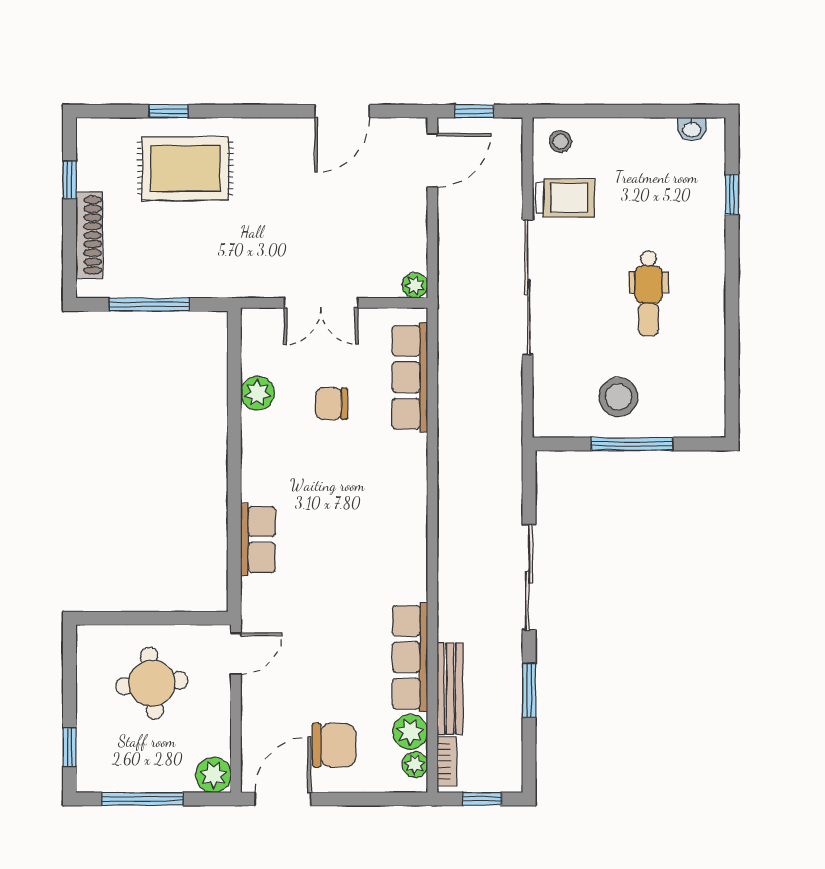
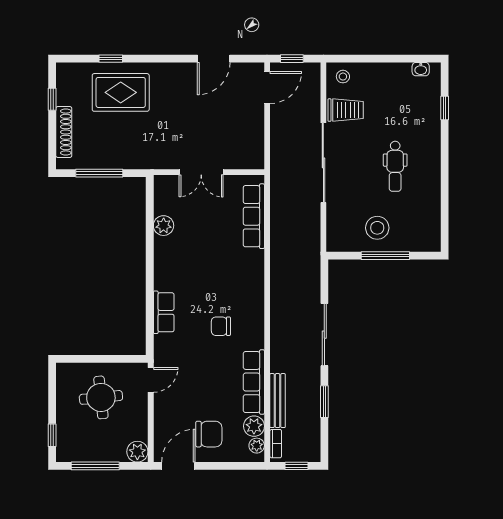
plant: (415, 285) -> (257, 162), removed
chair: (331, 404) -> (221, 326), moved

